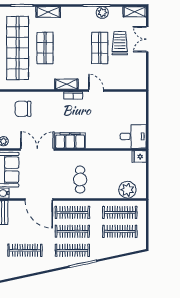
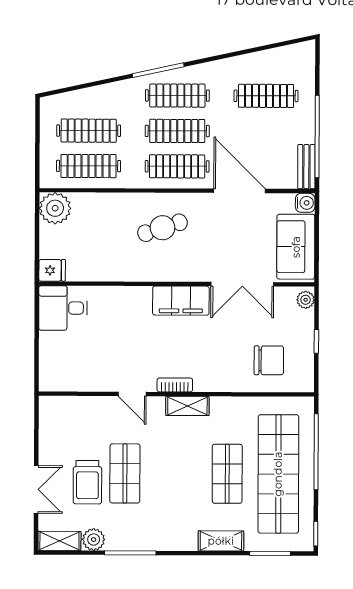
plant: (102, 13) -> (94, 540), moved
cafe table: (80, 180) -> (162, 228), turned 72
plant: (127, 190) -> (55, 208), moved

